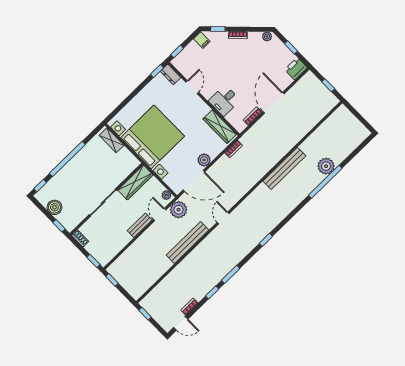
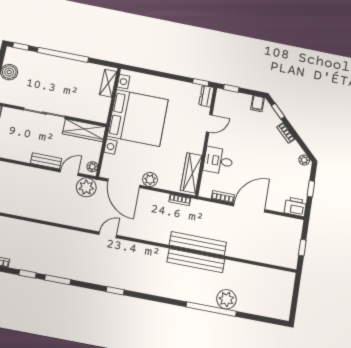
bench: (188, 242) -> (198, 244), moved

